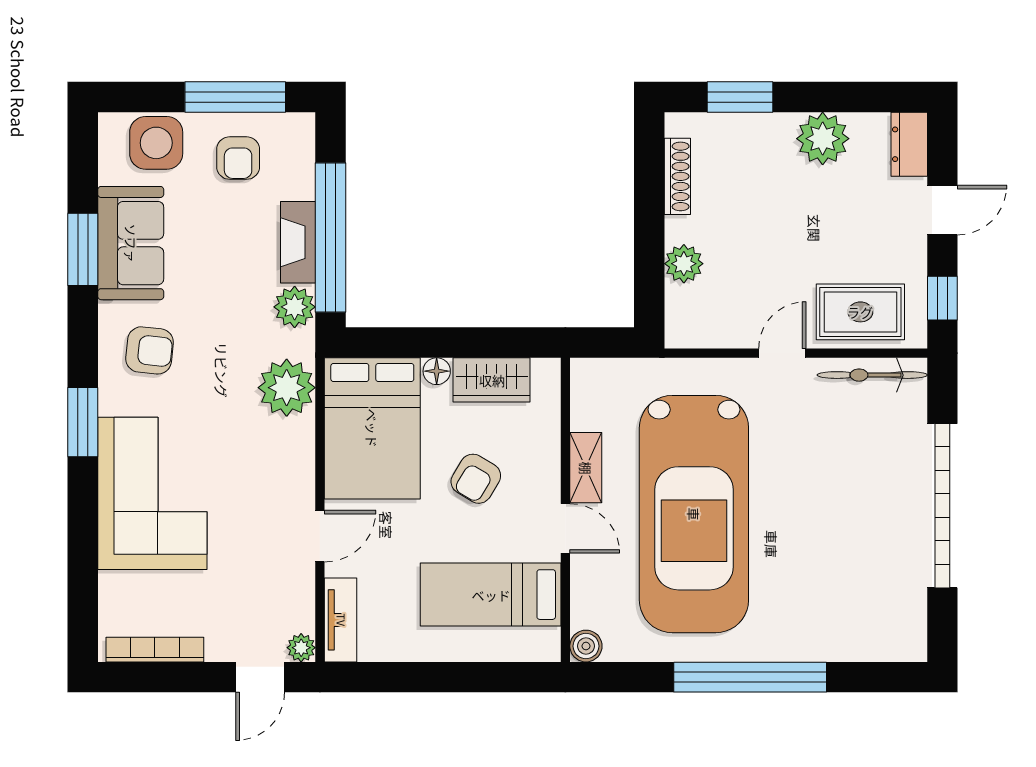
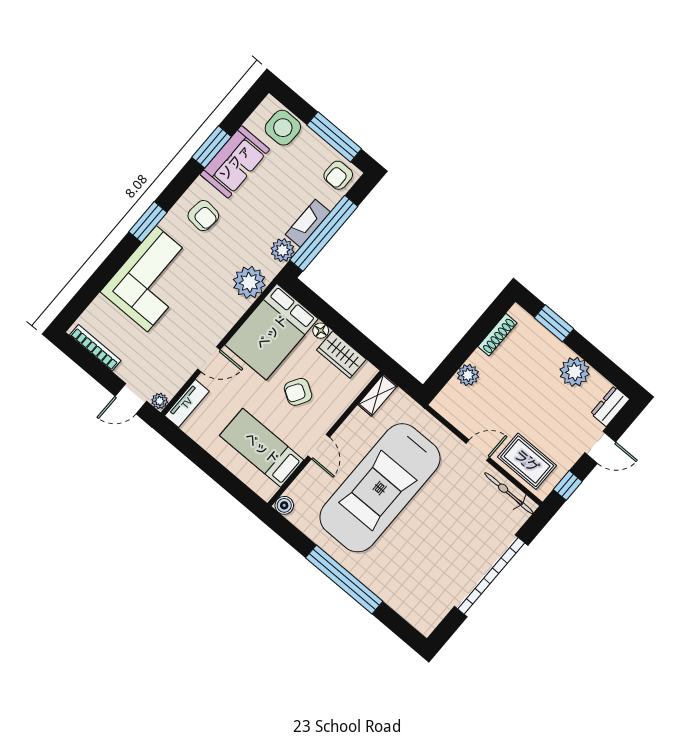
armchair: (238, 158) -> (338, 175), moved
shelving: (586, 468) -> (378, 395), moved

